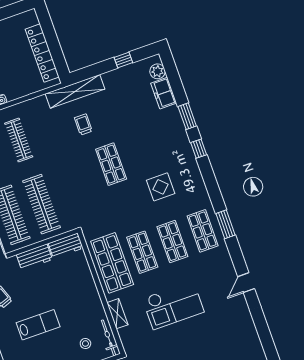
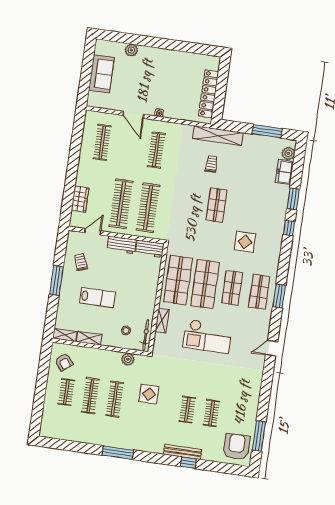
window: (123, 60) -> (267, 131), width x2.17
shop shelf: (142, 252) -> (205, 284), width x1.43, depth x1.36

